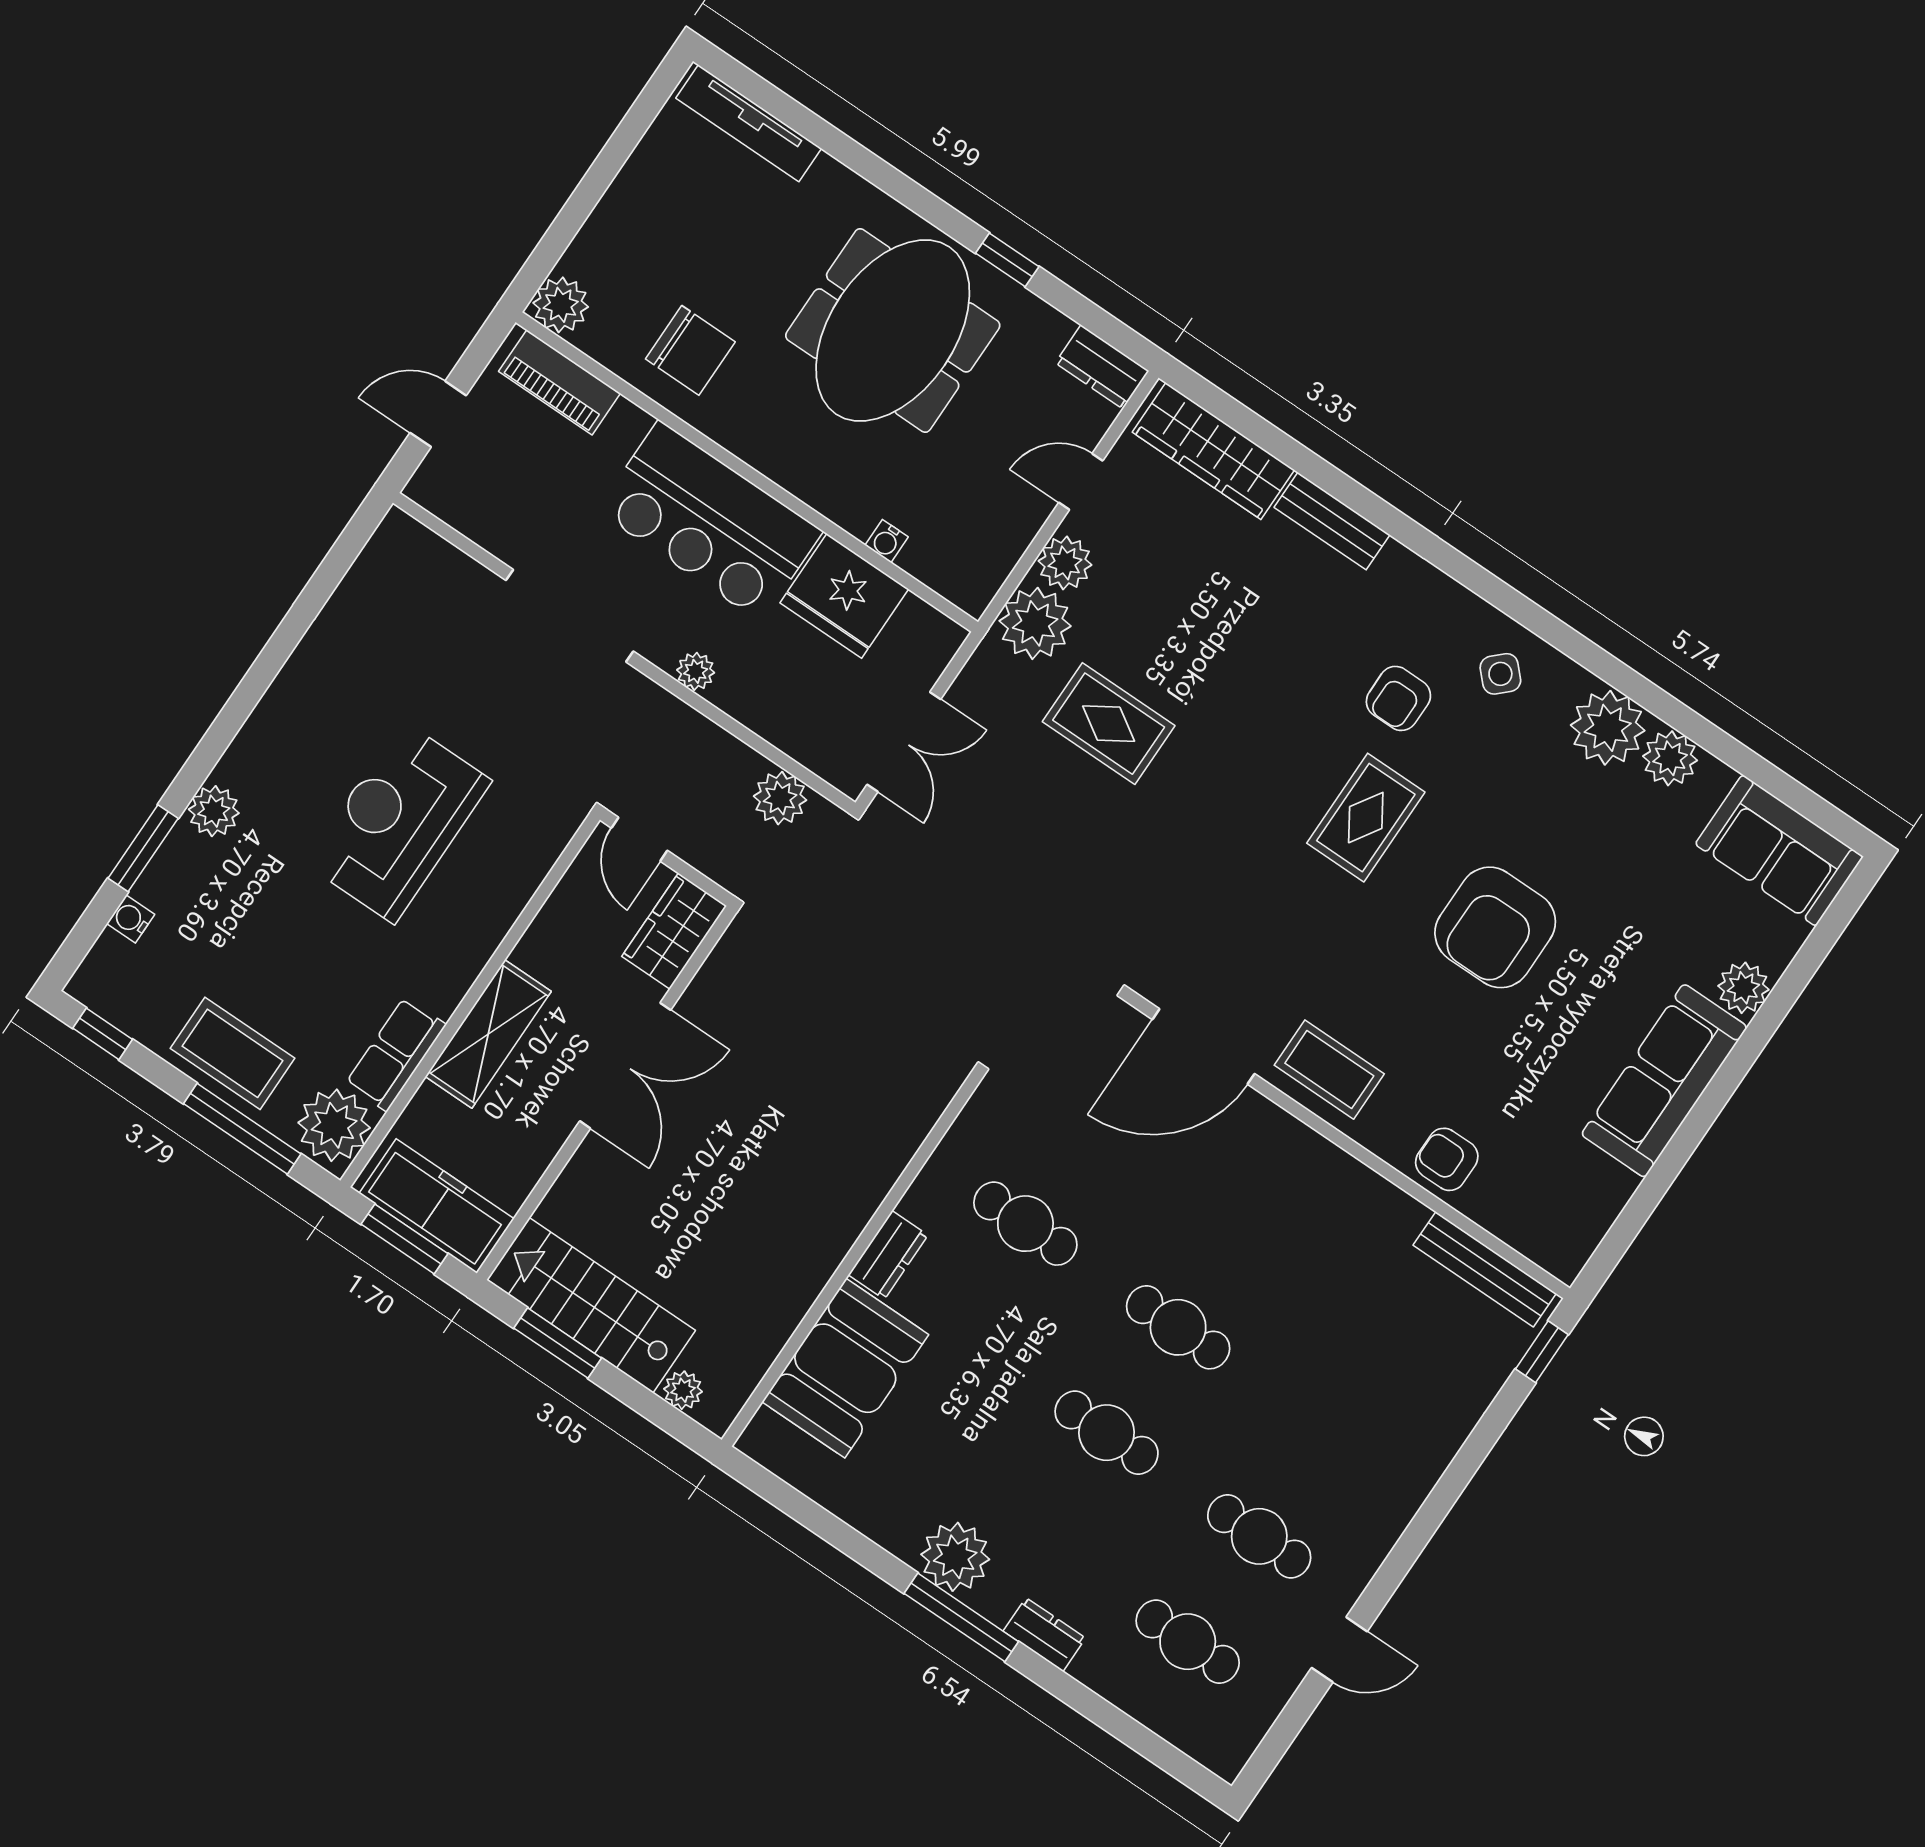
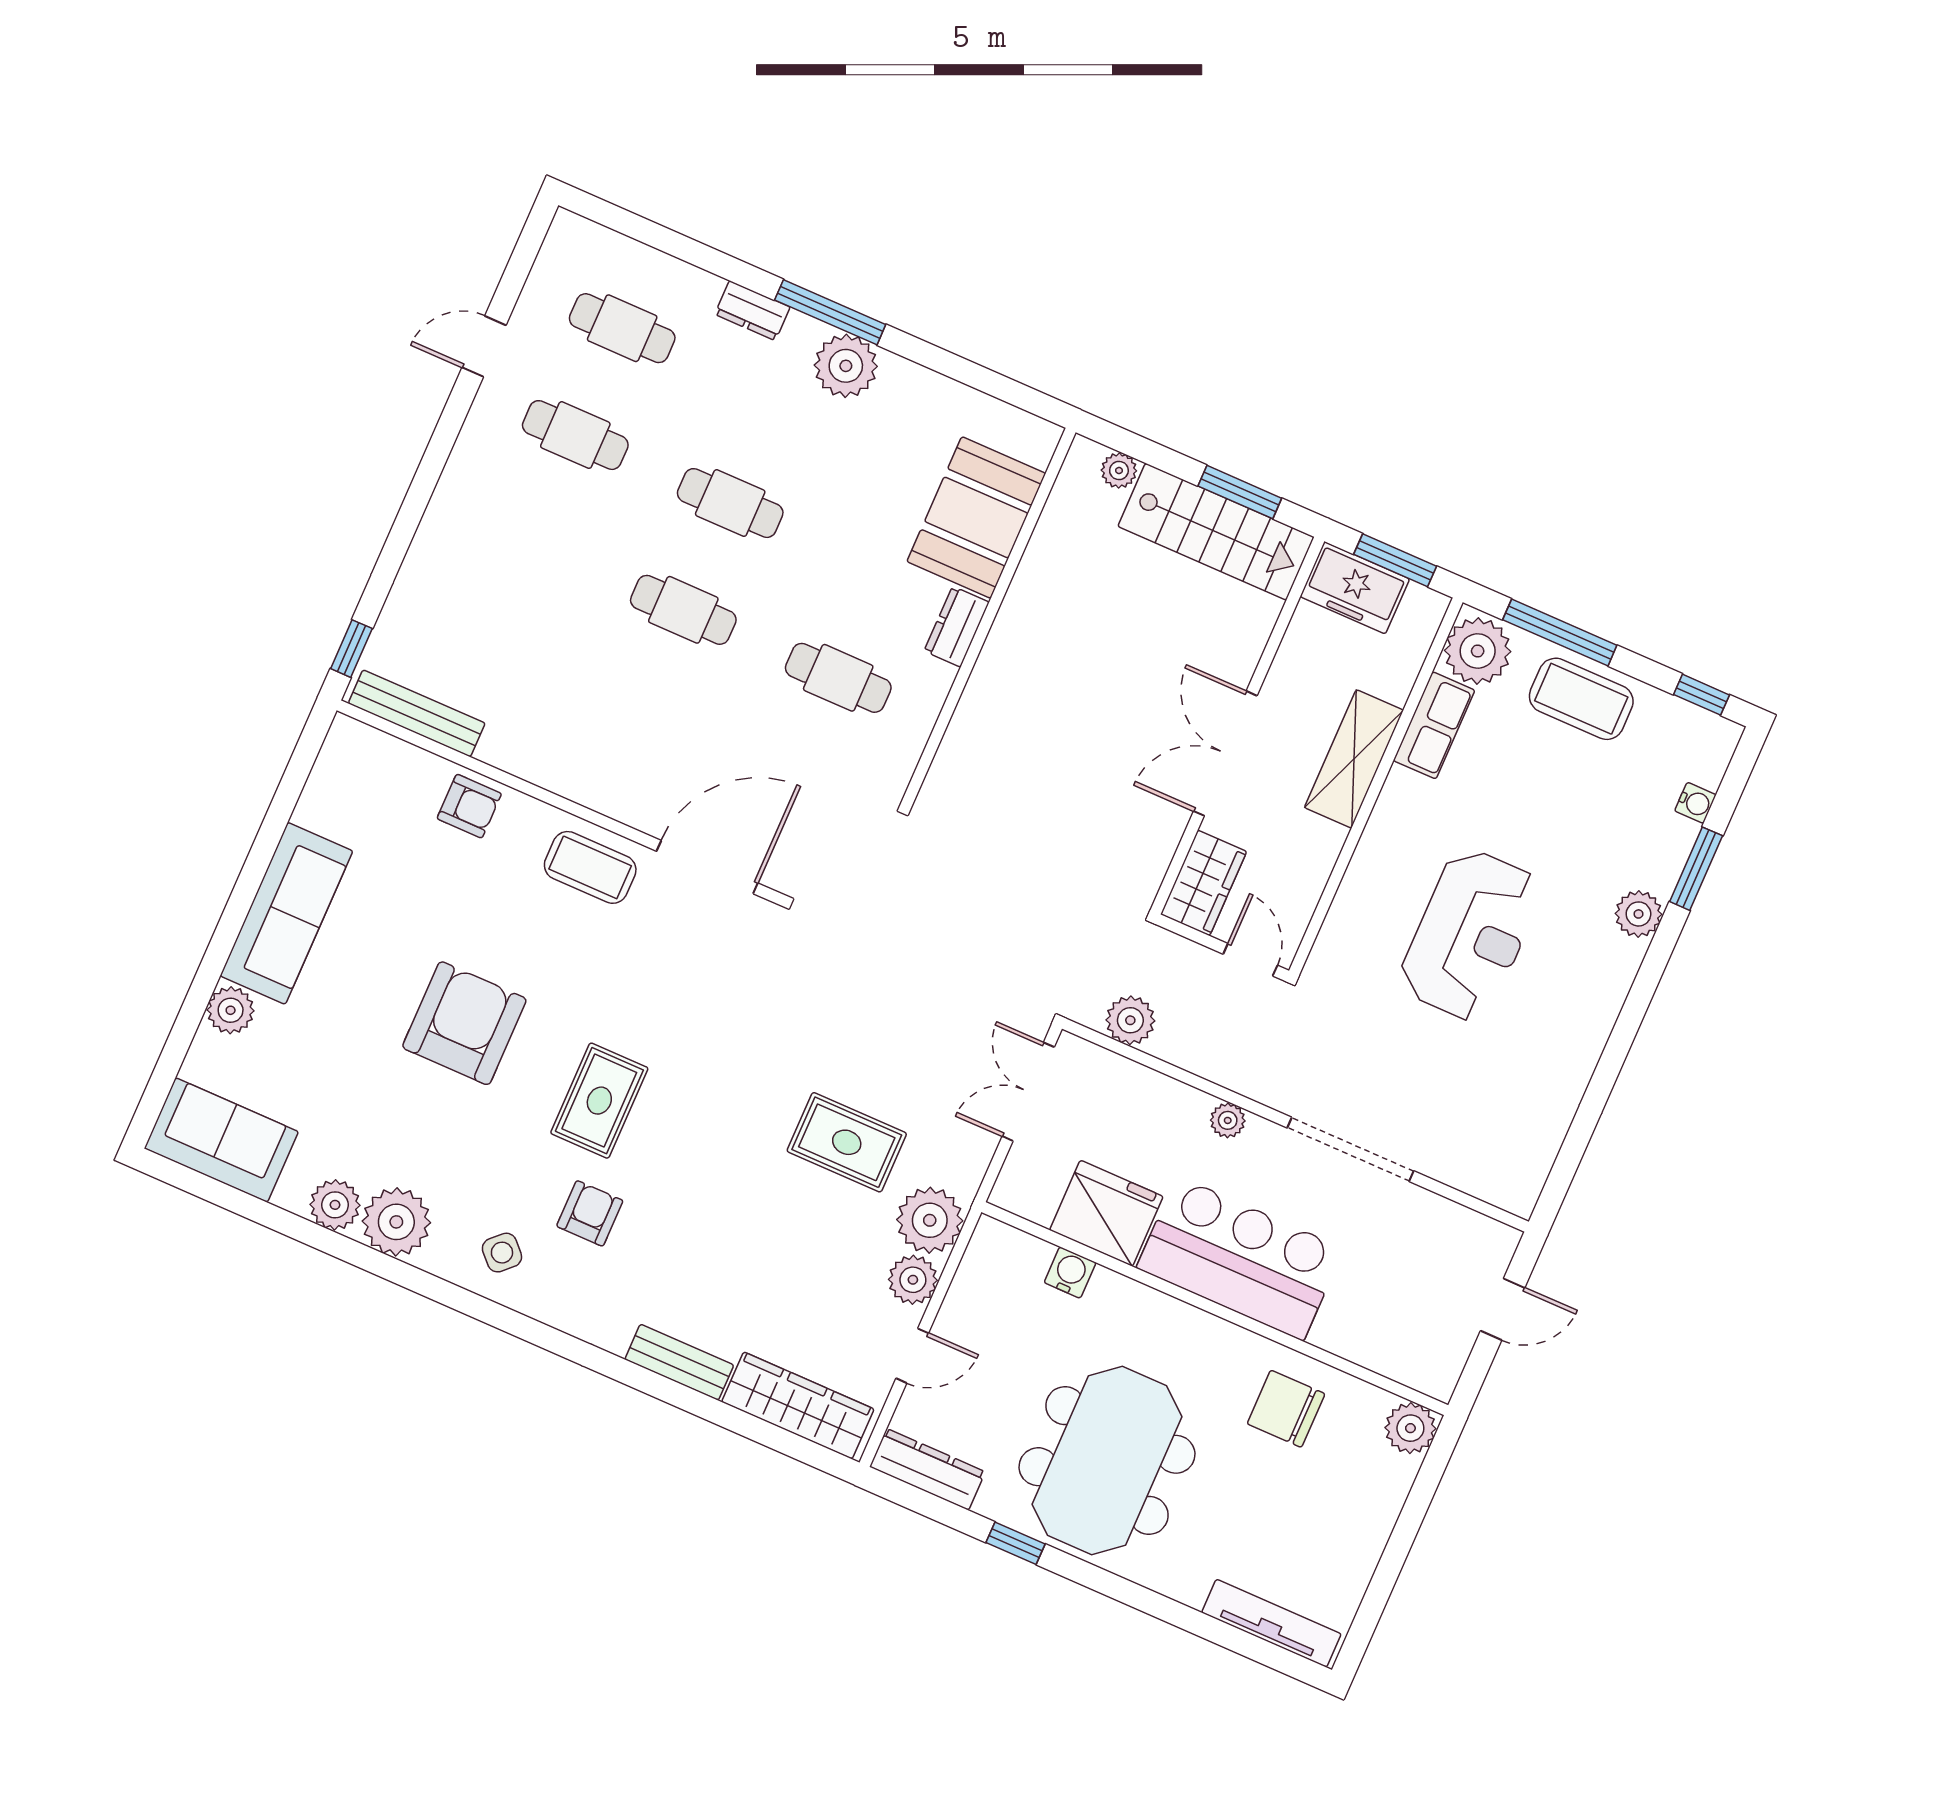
dresser: (1102, 367) -> (927, 1469), width x1.44
piano: (559, 382) -> (1399, 1358), removed
water cooler: (887, 541) -> (1070, 1273), width x1.38, depth x1.38
freezer: (437, 1206) -> (1355, 588), width x0.71

